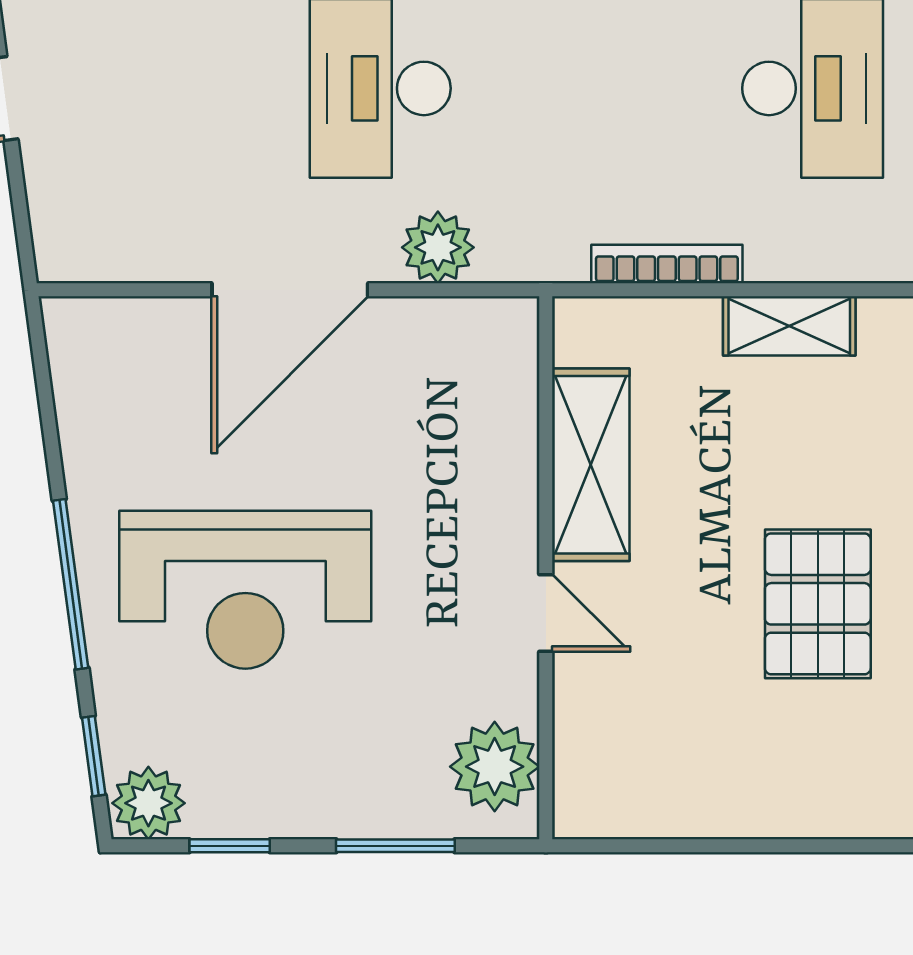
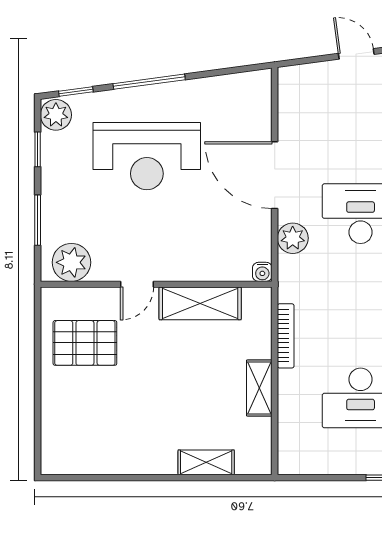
water cooler: (517, 319) -> (262, 272), added
reception desk: (245, 590) -> (147, 156), turned -90
pallet: (818, 604) -> (85, 343), moved

